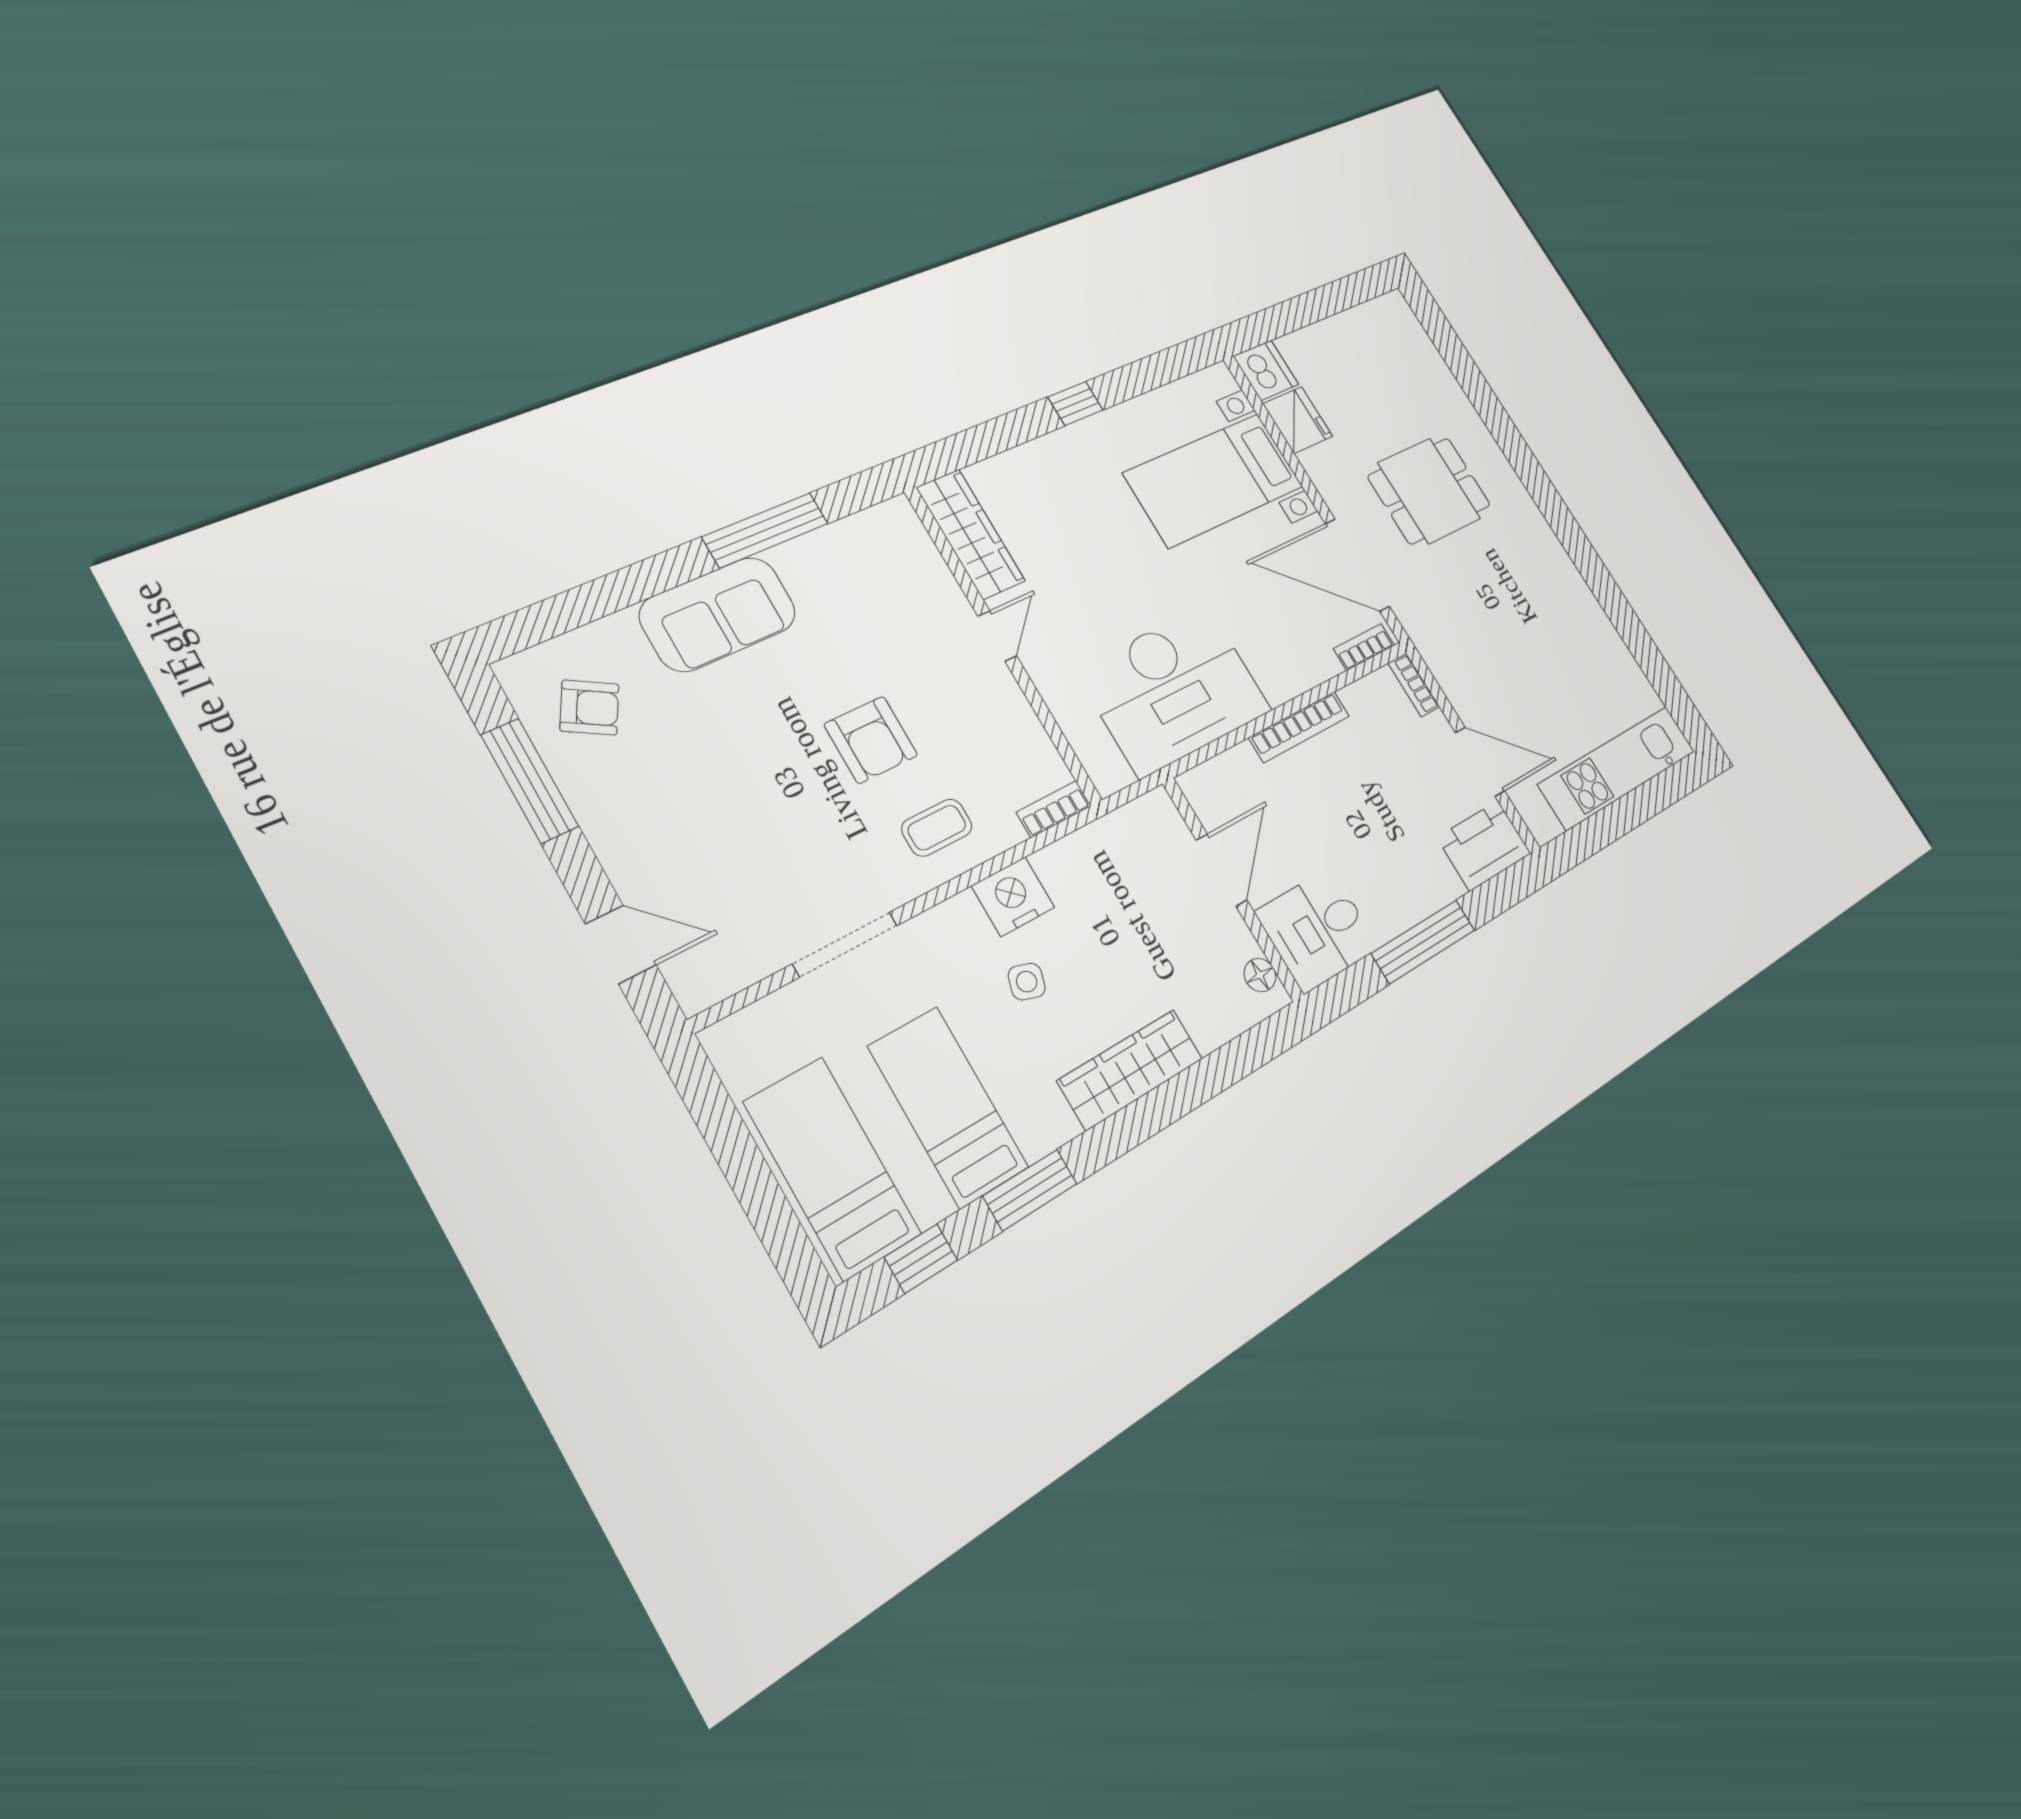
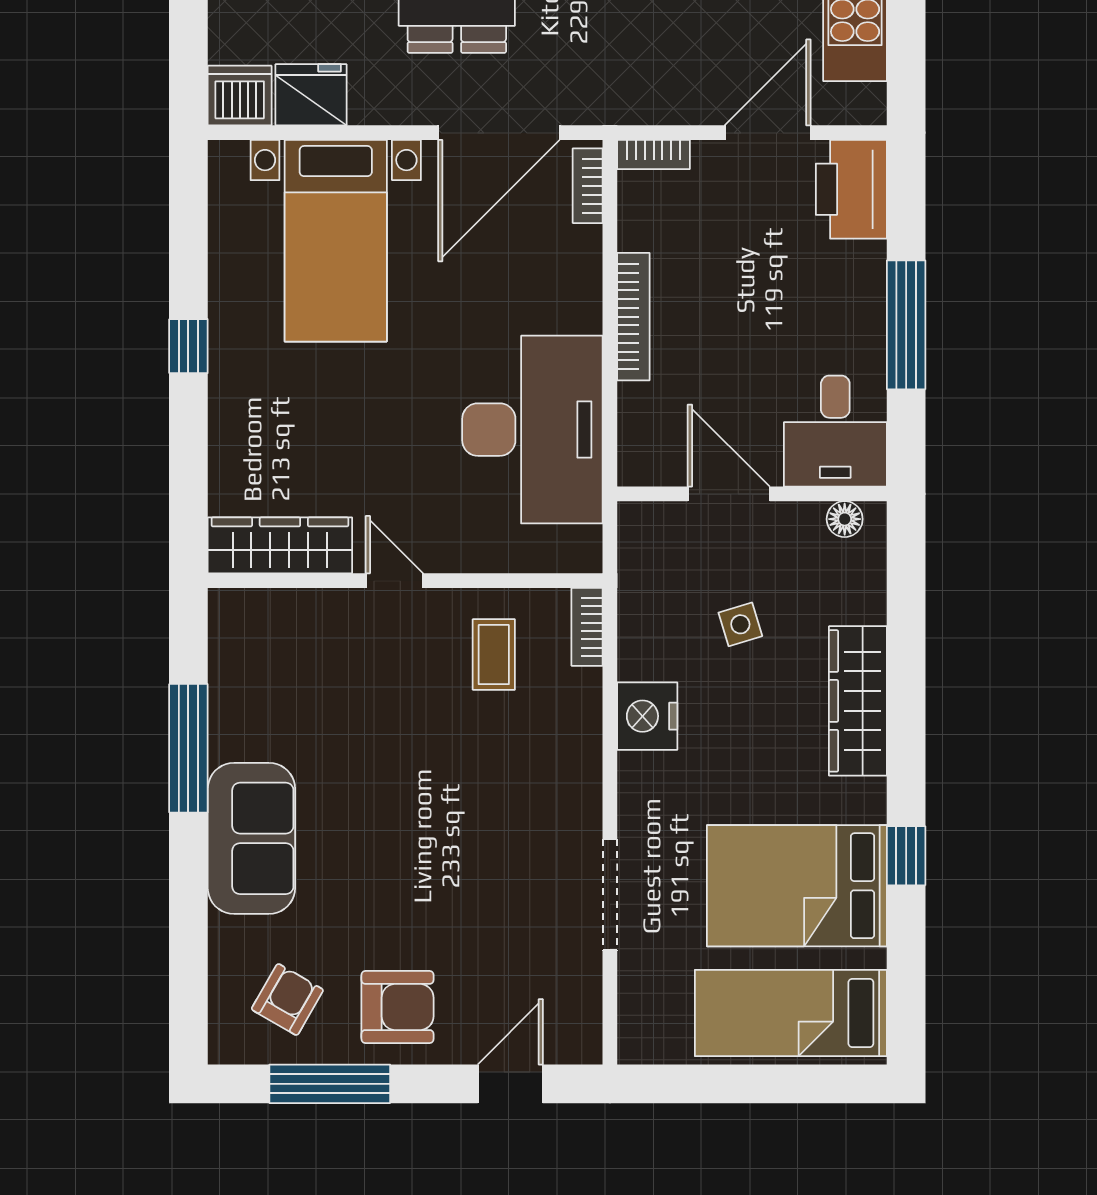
armchair: (871, 740) -> (398, 1007), moved
coffee table: (937, 828) -> (494, 655), moved
side table: (1027, 982) -> (740, 624), moved, turned -34
bed: (948, 1107) -> (797, 886), width x1.50
window: (1030, 1190) -> (906, 856), width x0.67
window: (921, 1259) -> (906, 982), removed

